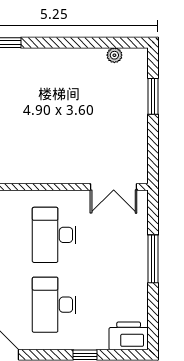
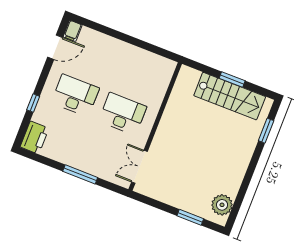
plant: (114, 55) -> (222, 205), width x1.88, depth x1.88

